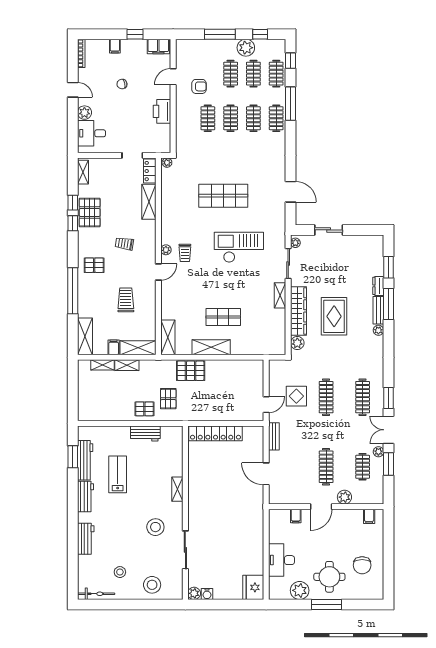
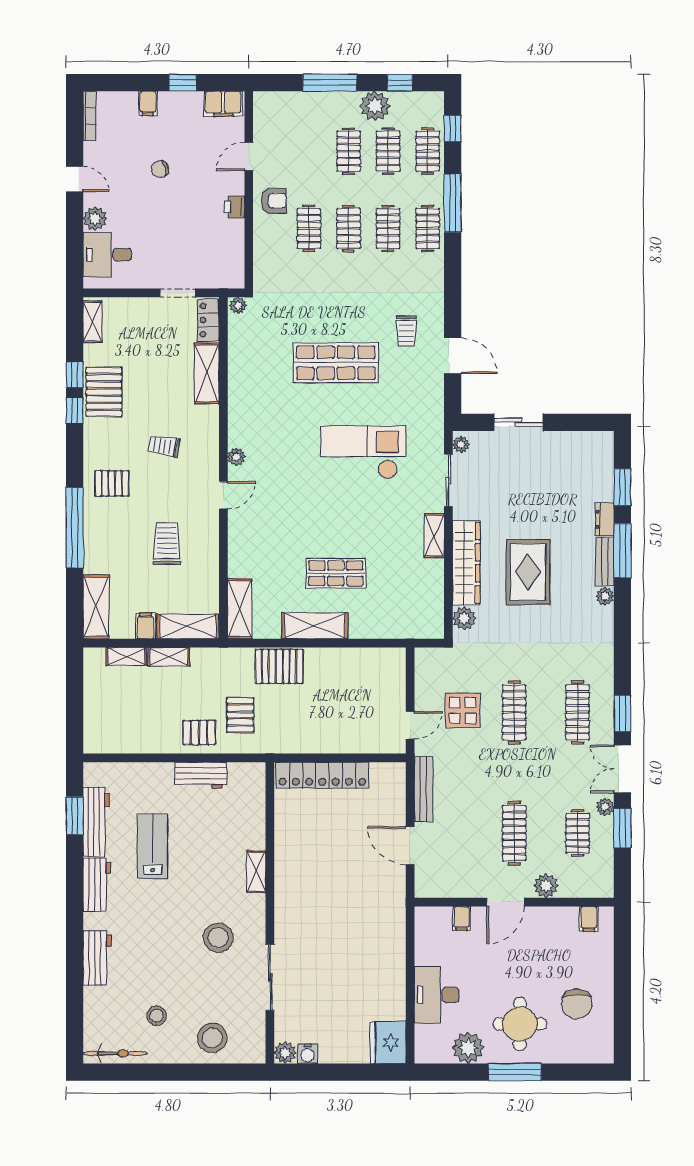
armchair: (199, 86) -> (274, 201), moved
printer: (162, 111) -> (234, 207), width x0.53, depth x0.68
trolley: (185, 253) -> (406, 331), moved
bench: (274, 436) -> (424, 789), width x1.36

